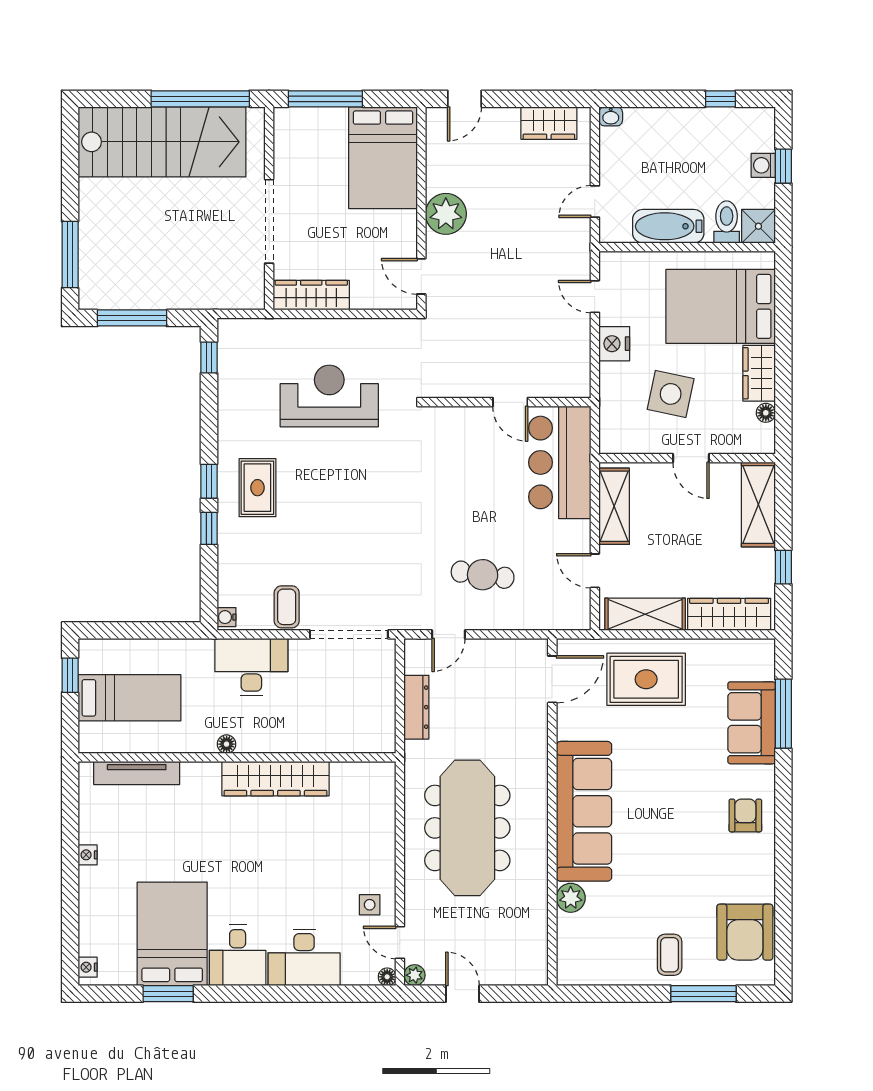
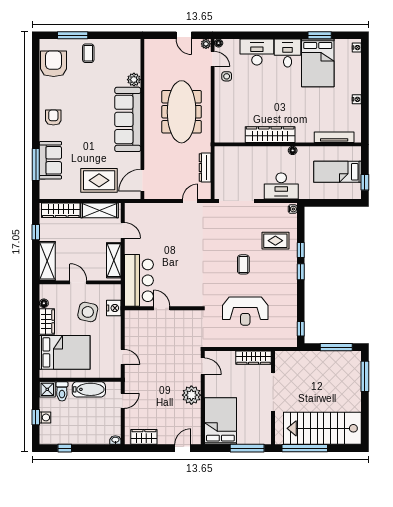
nightstand: (614, 344) -> (114, 308), moved
rug: (257, 488) -> (275, 241), moved, turned 90
cafe table: (483, 575) -> (175, 229), removed
coffee table: (287, 607) -> (243, 264), moved
armchair: (745, 815) -> (53, 118), turned 180

